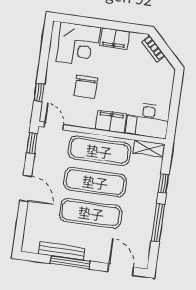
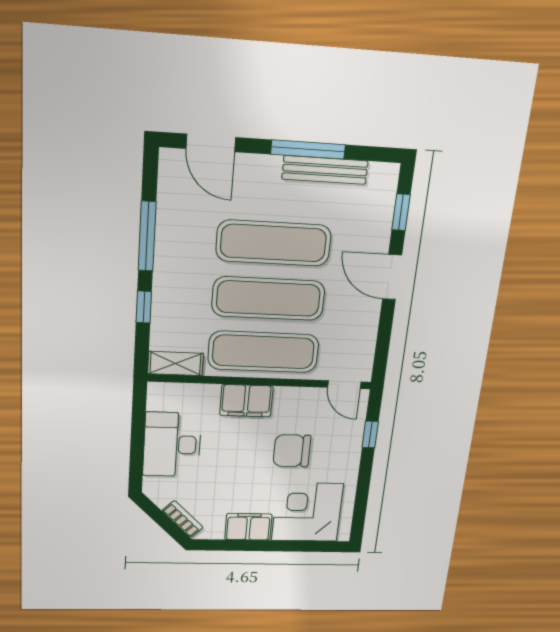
chair: (86, 87) -> (292, 451), turned -90
desk: (148, 121) -> (172, 445), moved, turned -90
window: (32, 143) -> (401, 212), moved

